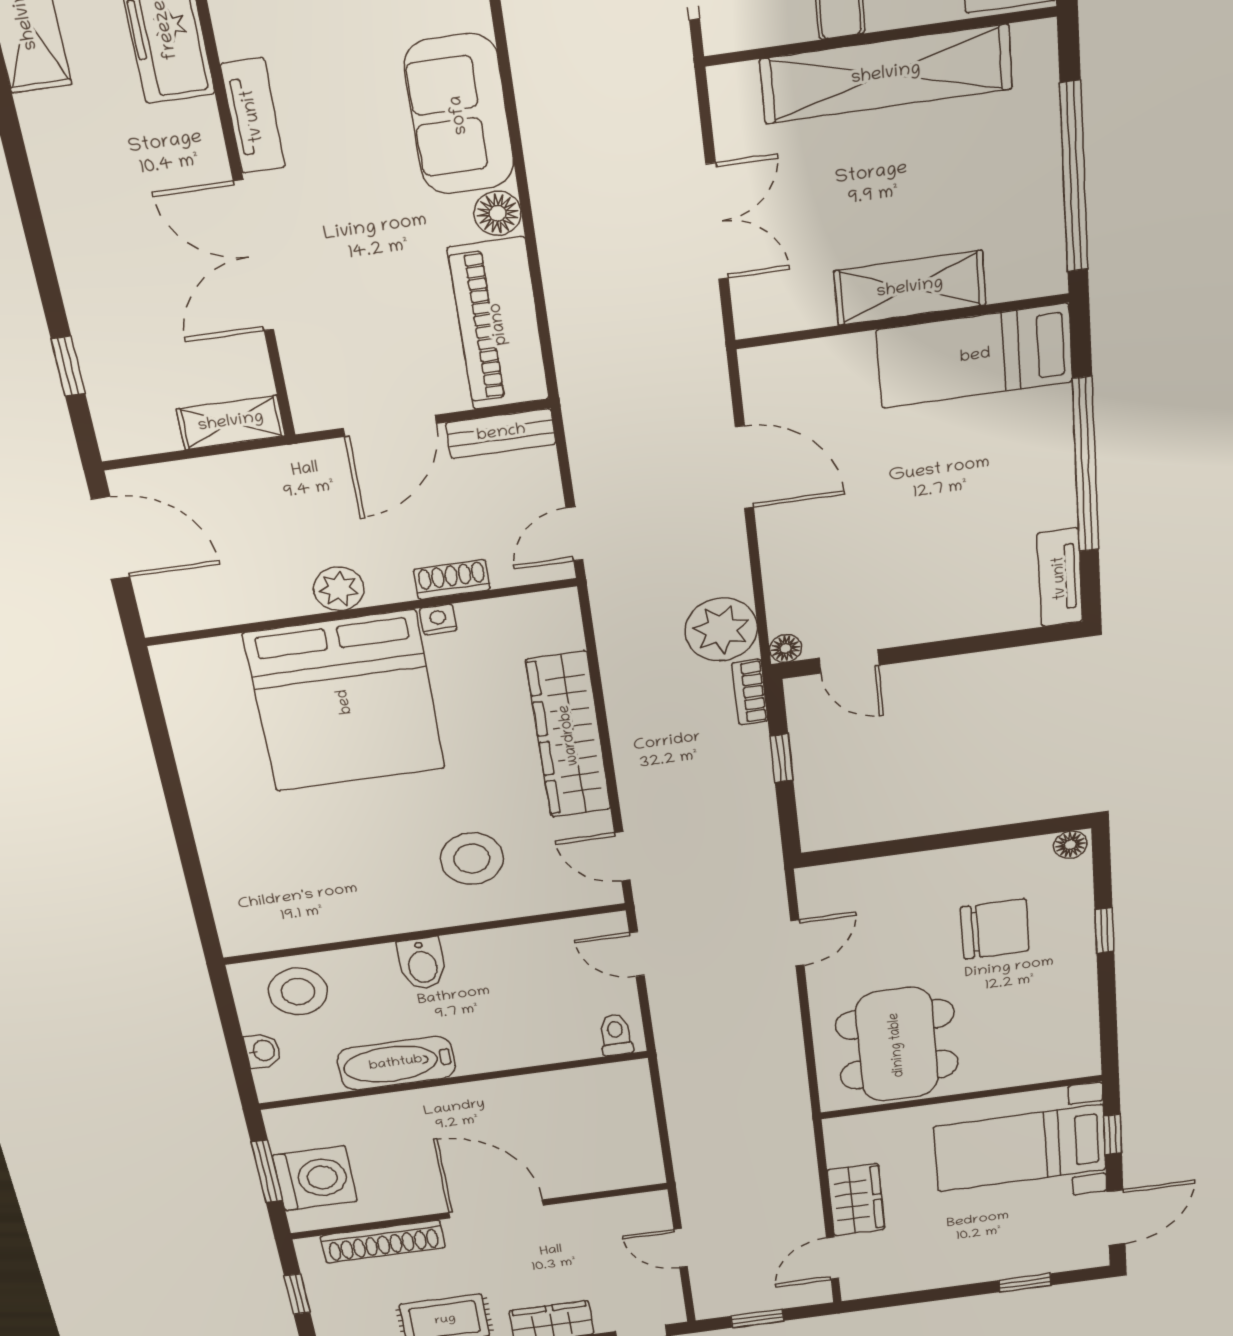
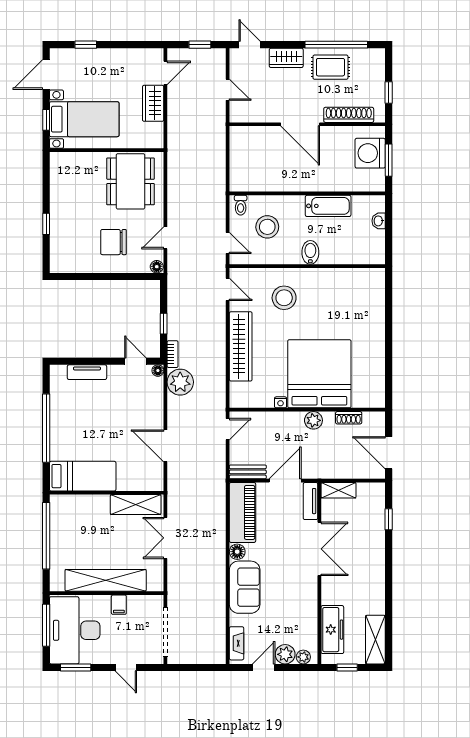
tv unit: (253, 116) -> (311, 501), moved
shelving: (910, 288) -> (136, 505), moved
tv unit: (1060, 578) -> (87, 372), moved, turned 90
shoe rack: (452, 580) -> (349, 418), moved
floor lamp: (1070, 845) -> (157, 267), moved
chair: (995, 929) -> (114, 242), moved
stool: (298, 992) -> (267, 227), moved

